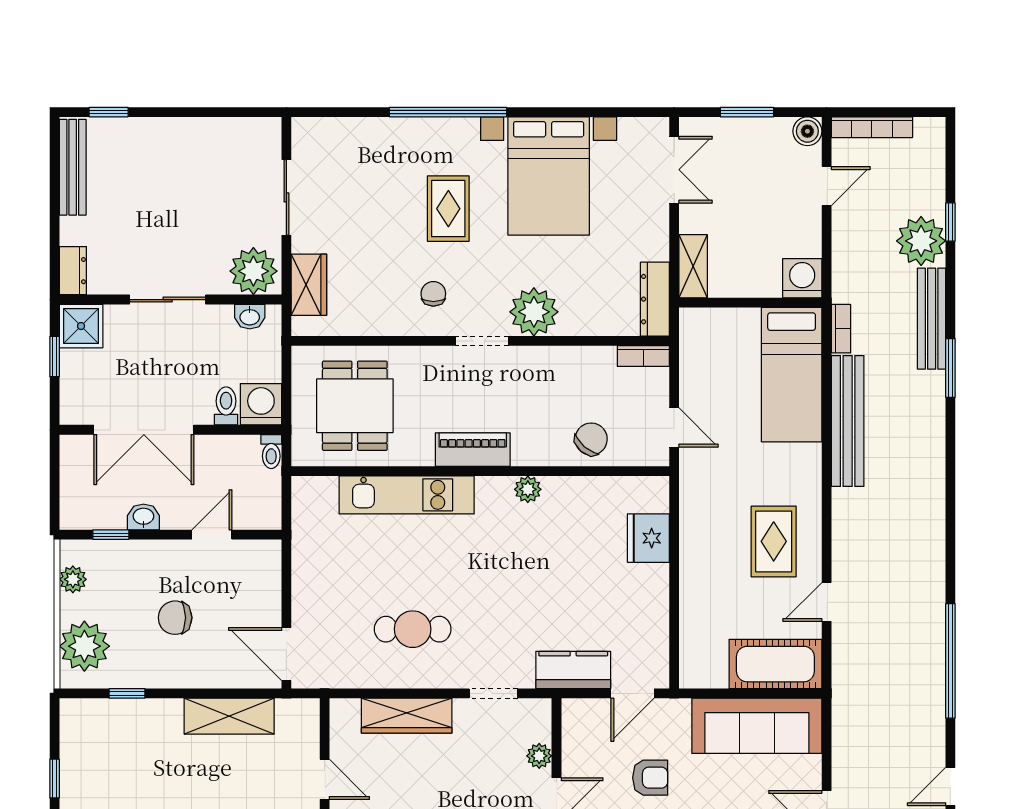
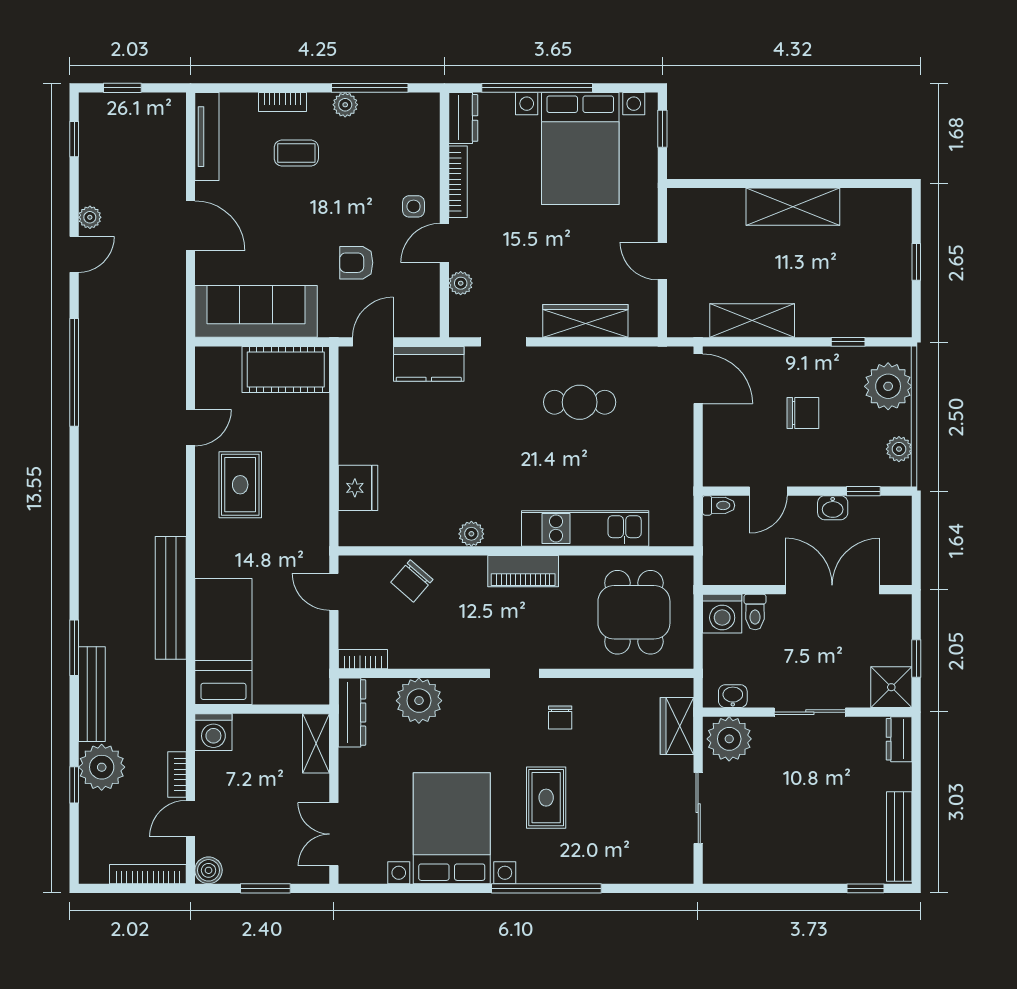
plant: (534, 312) -> (419, 701), moved
bookcase: (841, 329) -> (177, 774), moved
toilet: (271, 452) -> (719, 505), moved, turned 90
cot: (775, 664) -> (286, 369), moved

